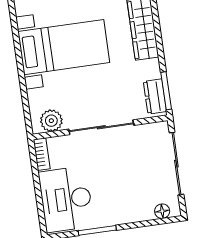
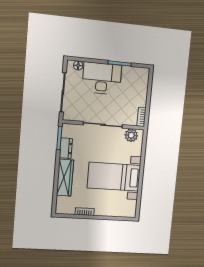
dresser: (155, 96) -> (66, 148), moved
desk: (66, 199) -> (102, 78), moved, turned -90

